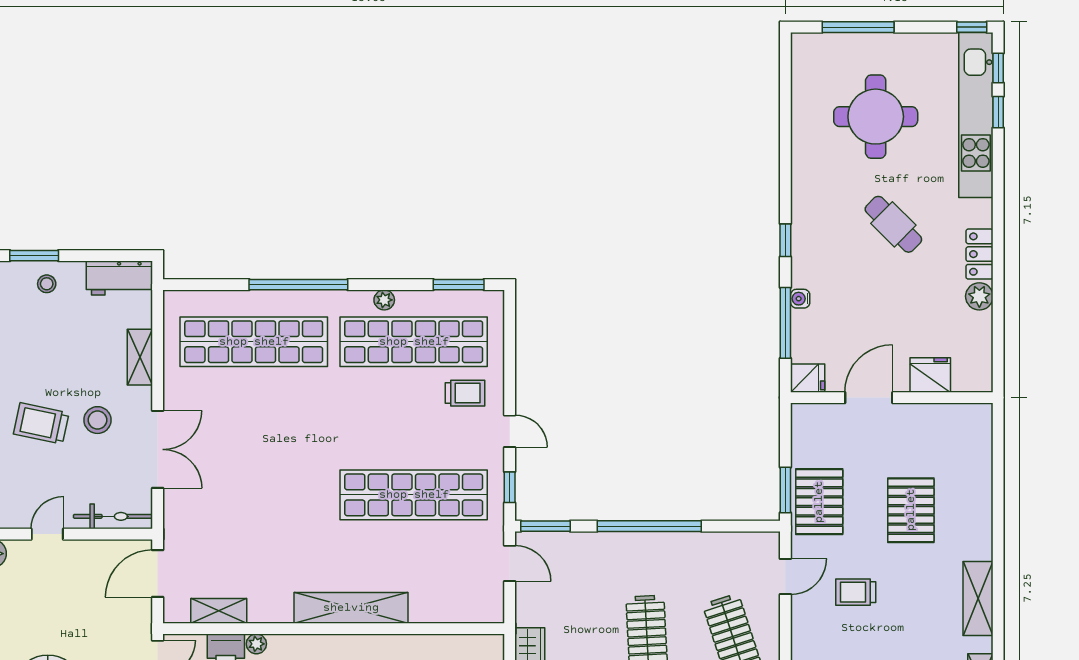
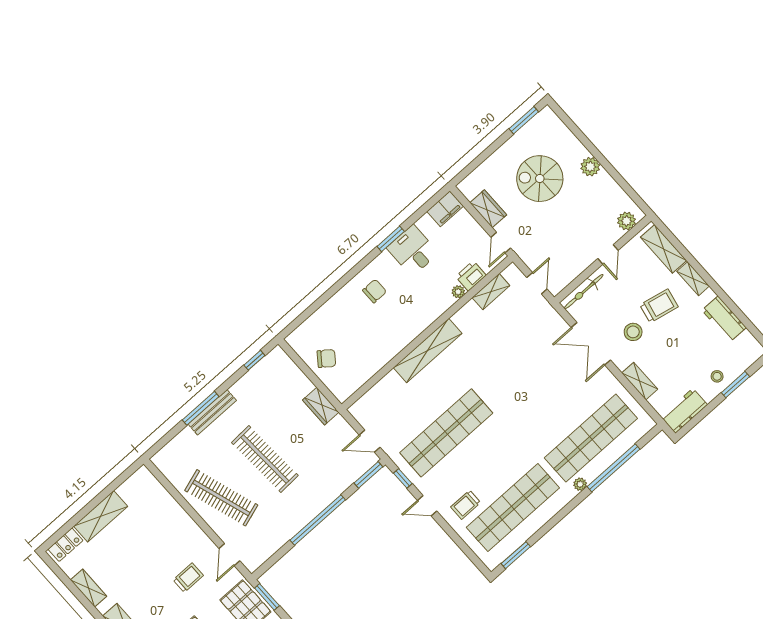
window: (298, 285) -> (614, 468), moved
plant: (384, 300) -> (580, 484), moved
door: (158, 574) -> (537, 283), width x0.73

